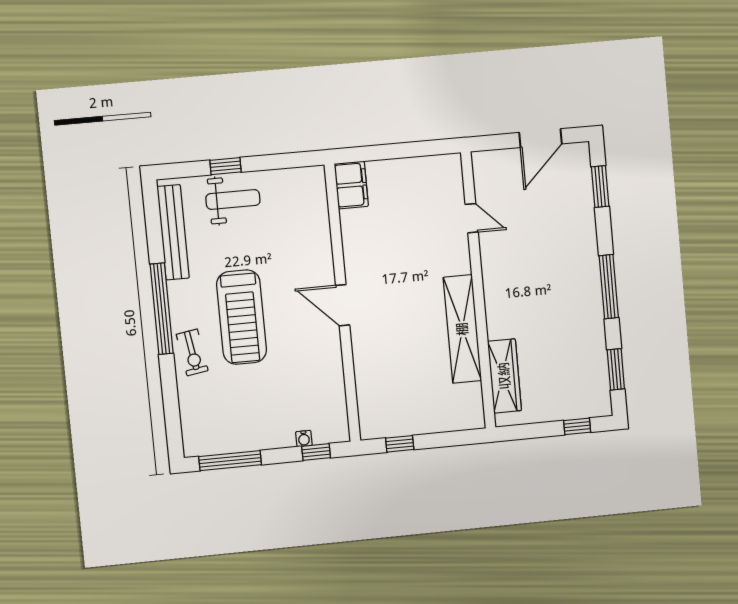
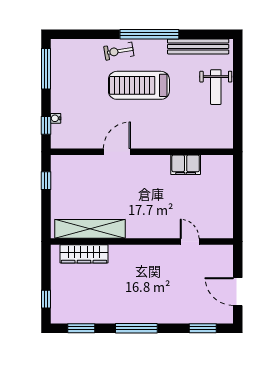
window: (226, 166) -> (238, 84), removed
filing cabinet: (351, 185) -> (186, 165), moved
door: (472, 218) -> (190, 242), swing flipped
door: (343, 305) -> (117, 152), moved
shelving: (462, 329) -> (90, 229), moved

